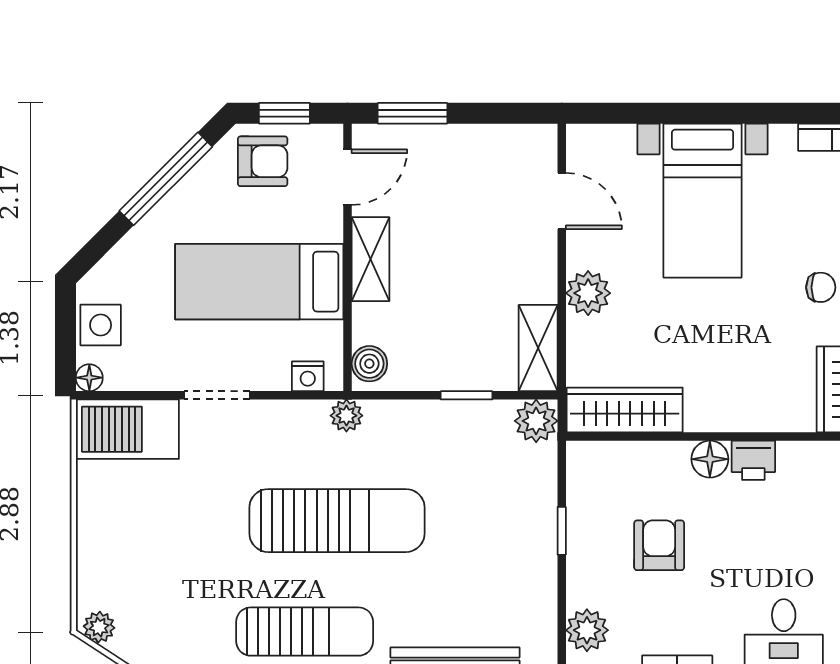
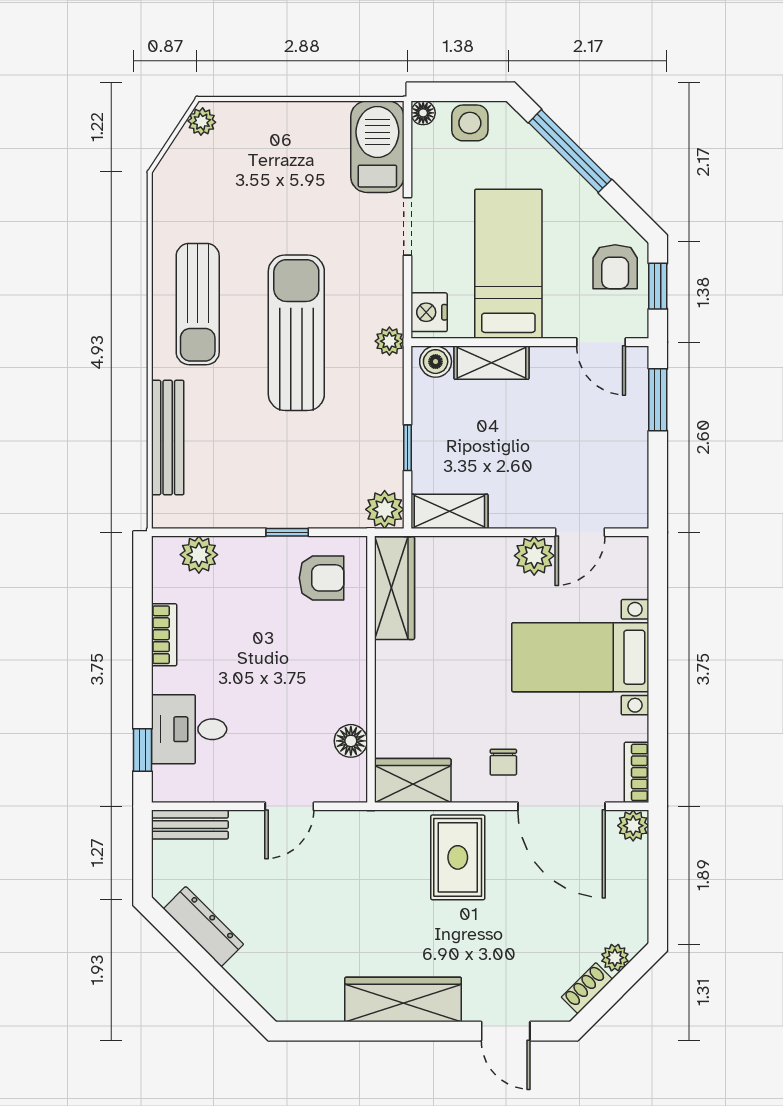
window: (166, 179) -> (570, 151), moved
shelving: (371, 259) -> (491, 363), moved
plant: (588, 293) -> (534, 556), moved
nightstand: (308, 376) -> (429, 312), width x1.39, depth x1.35
floor lamp: (710, 459) -> (351, 741), moved
printer: (753, 460) -> (350, 702), removed
sun lounger: (337, 521) -> (296, 333), turned 180
armchair: (659, 545) -> (322, 578), moved

